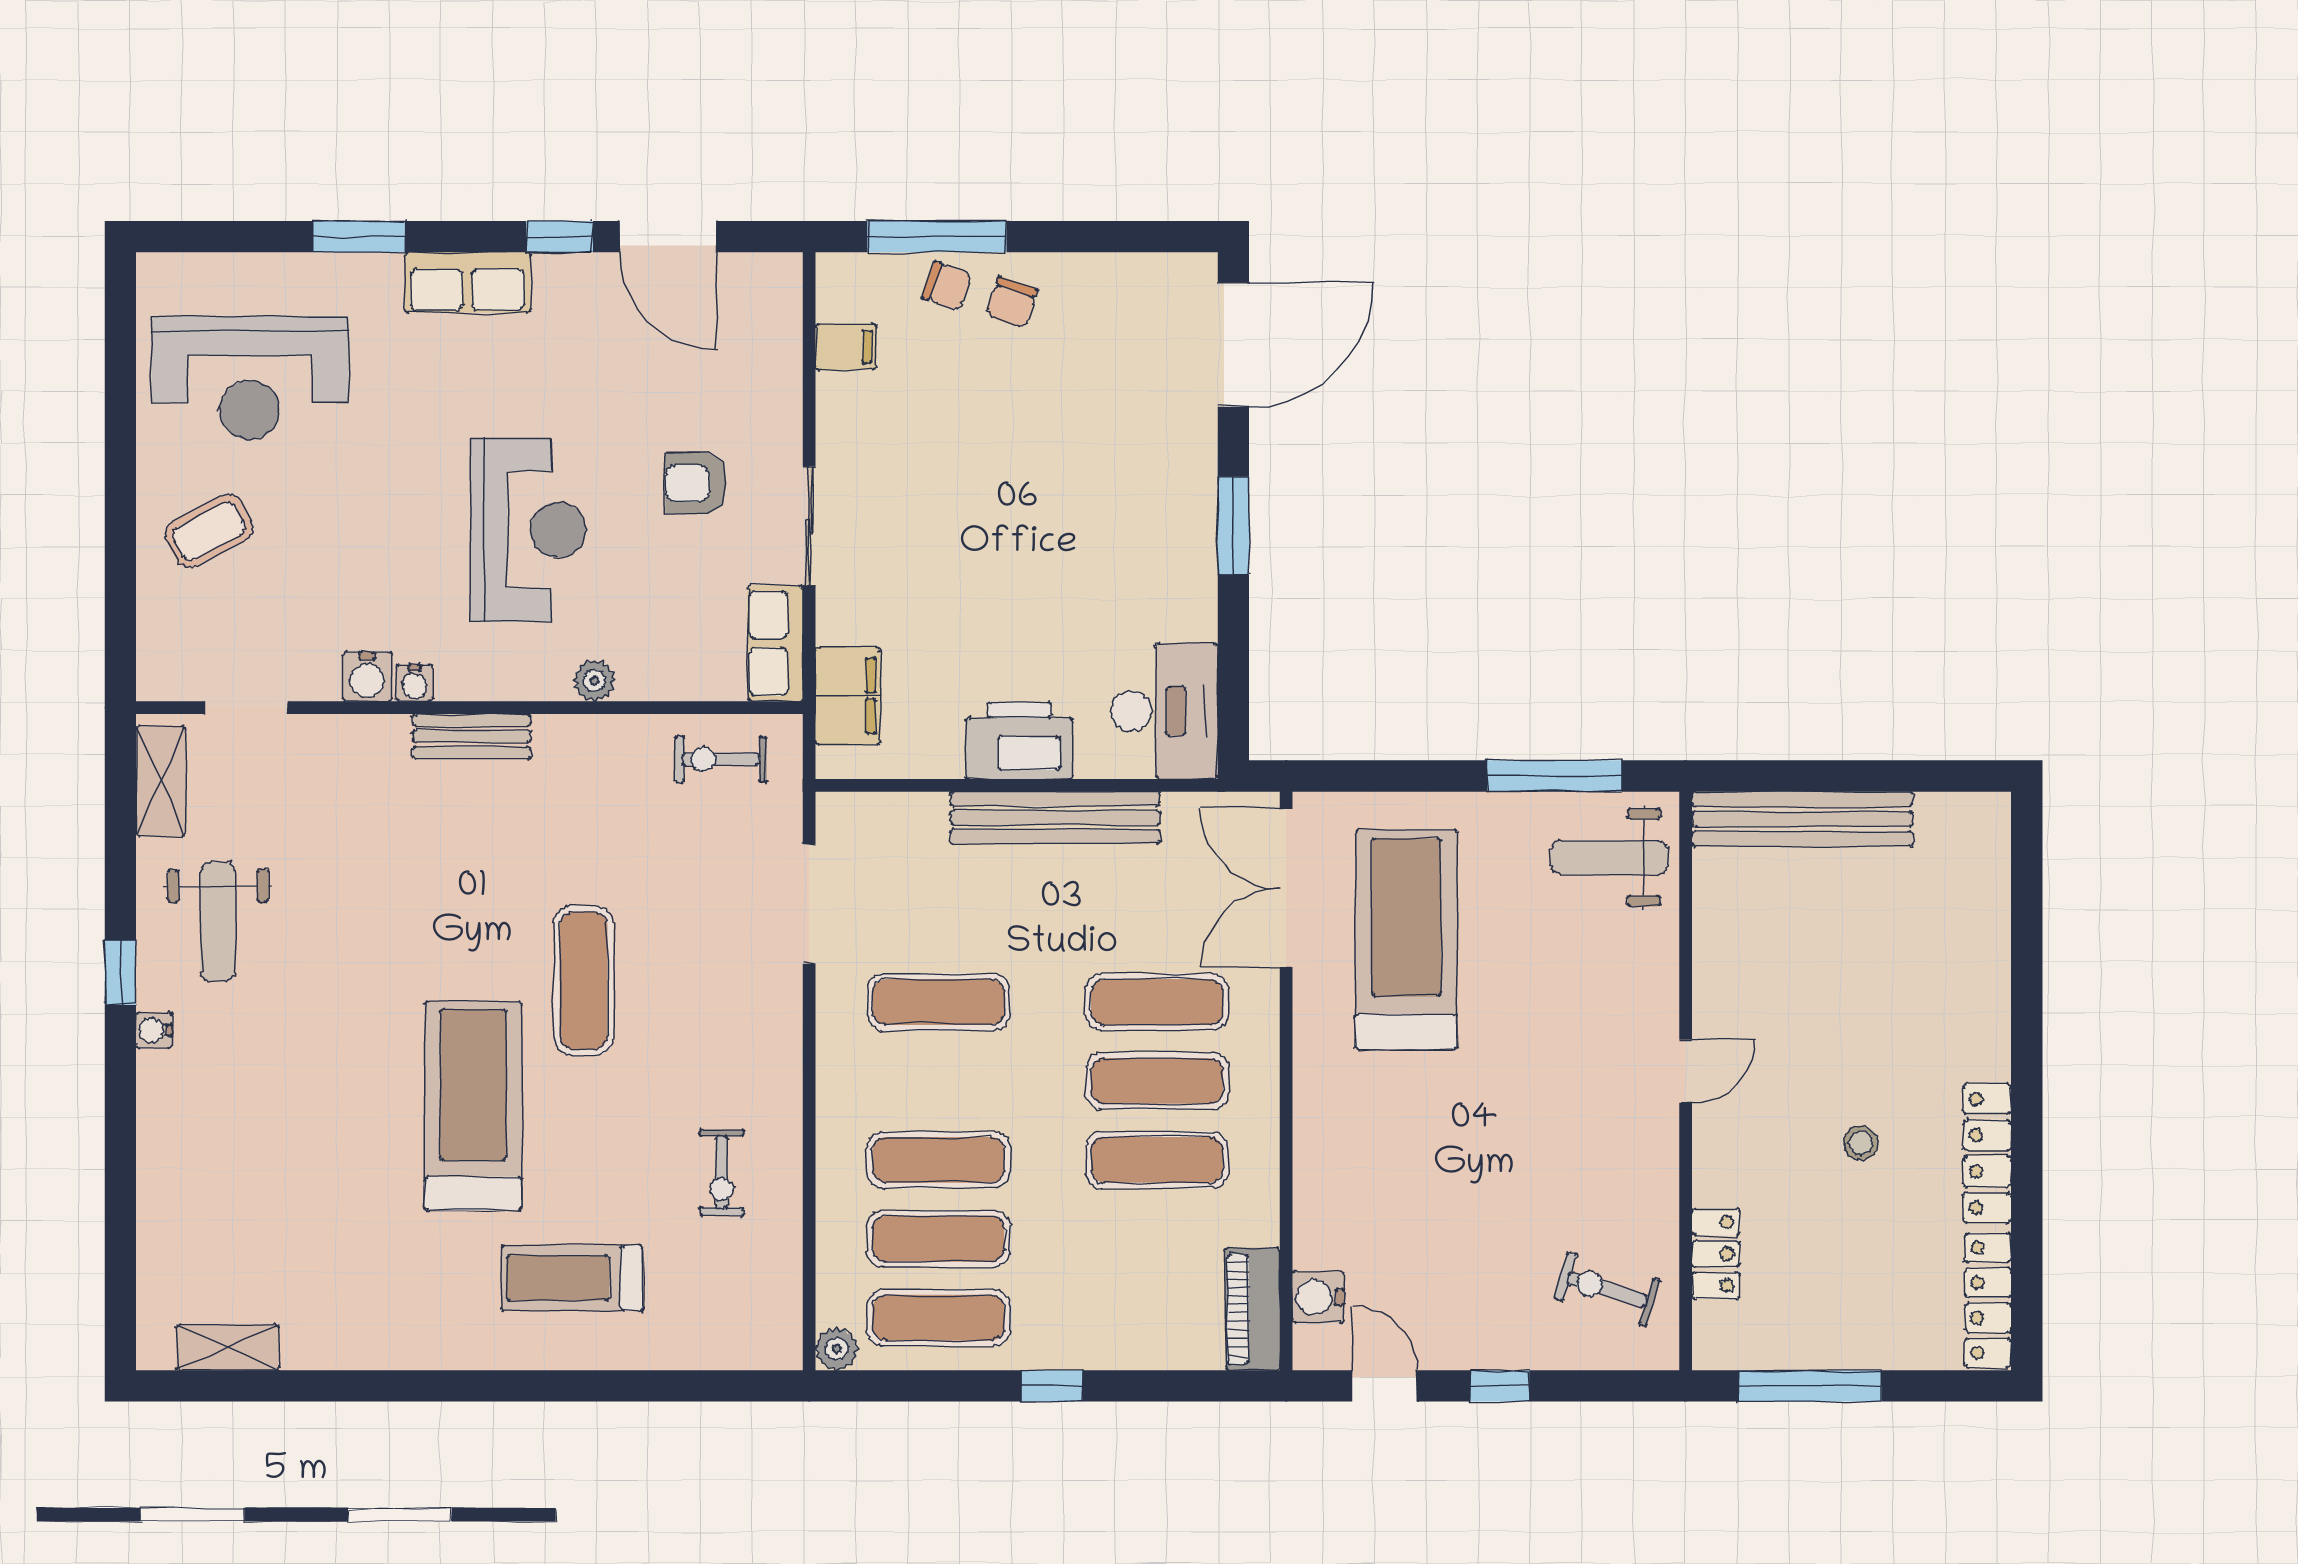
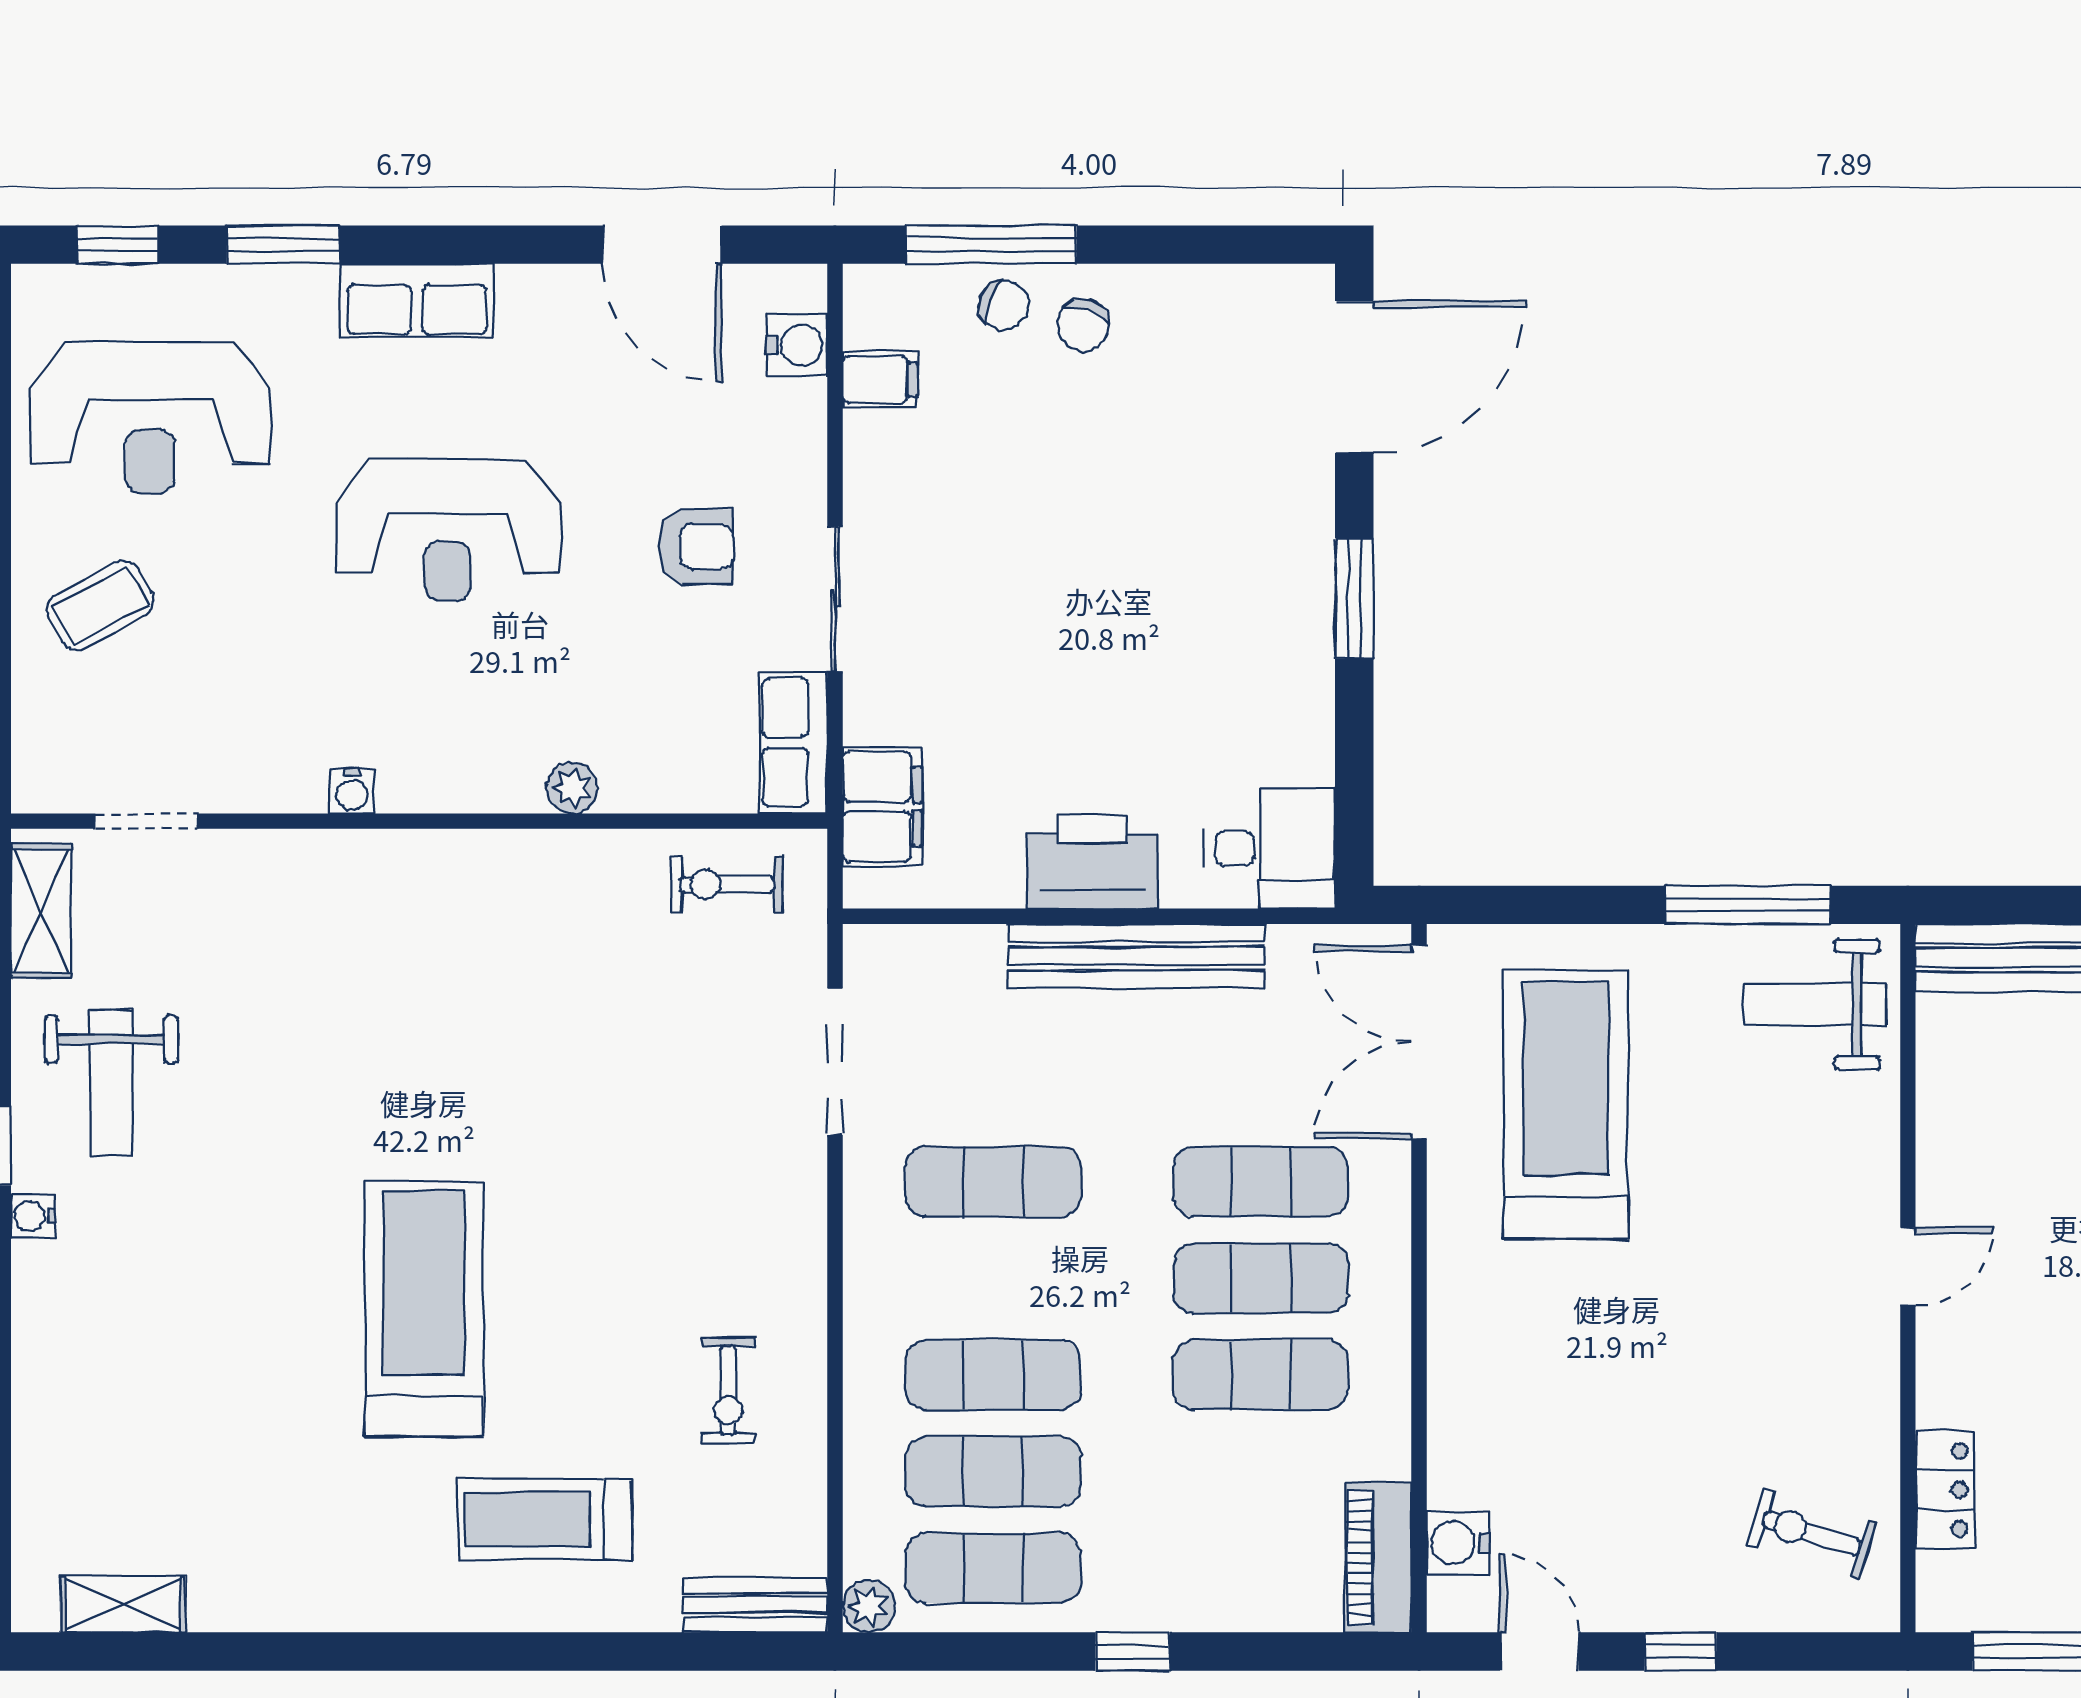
window: (560, 237) -> (118, 245), moved
armchair: (696, 483) -> (696, 547), turned 180
reception desk: (528, 530) -> (447, 530), moved, turned 90
water cooler: (367, 677) -> (797, 345), moved, turned -90
desk: (1164, 711) -> (1270, 848), width x0.73
bench: (472, 736) -> (755, 1605), moved
exercise mat: (584, 981) -> (559, 1156), removed

